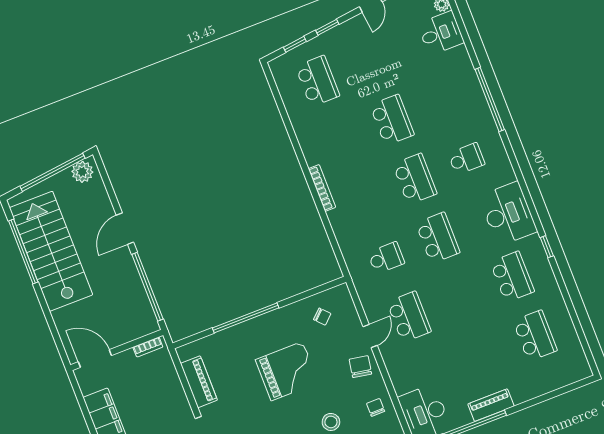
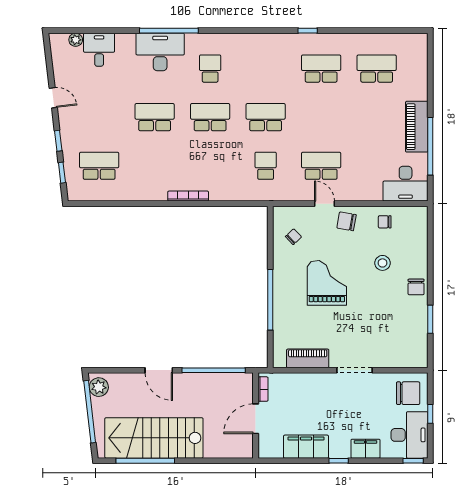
desk: (508, 214) -> (160, 52), moved
door: (95, 359) -> (256, 419), moved
piano: (491, 405) -> (417, 127), width x1.37, depth x1.33

